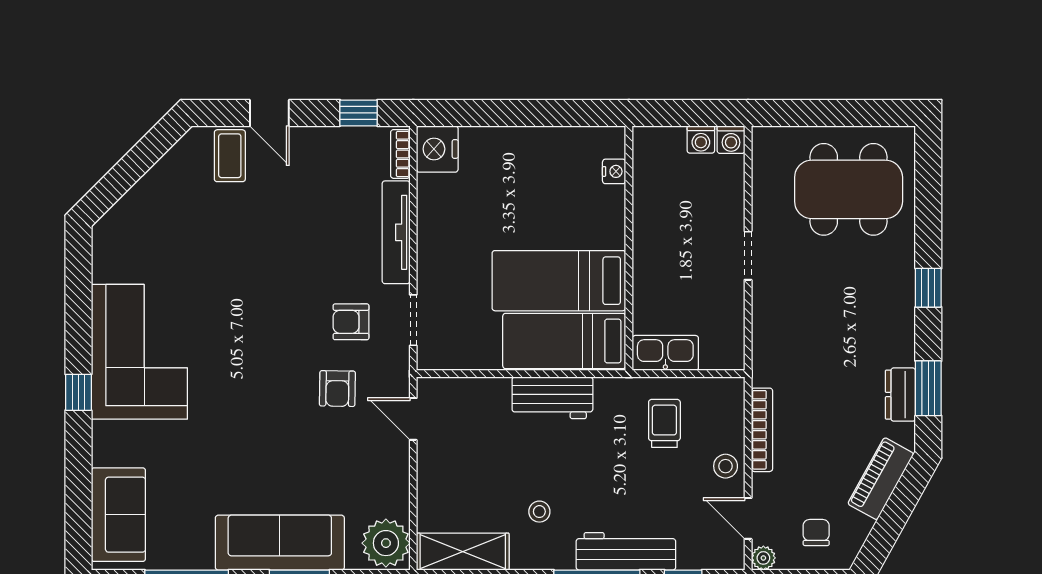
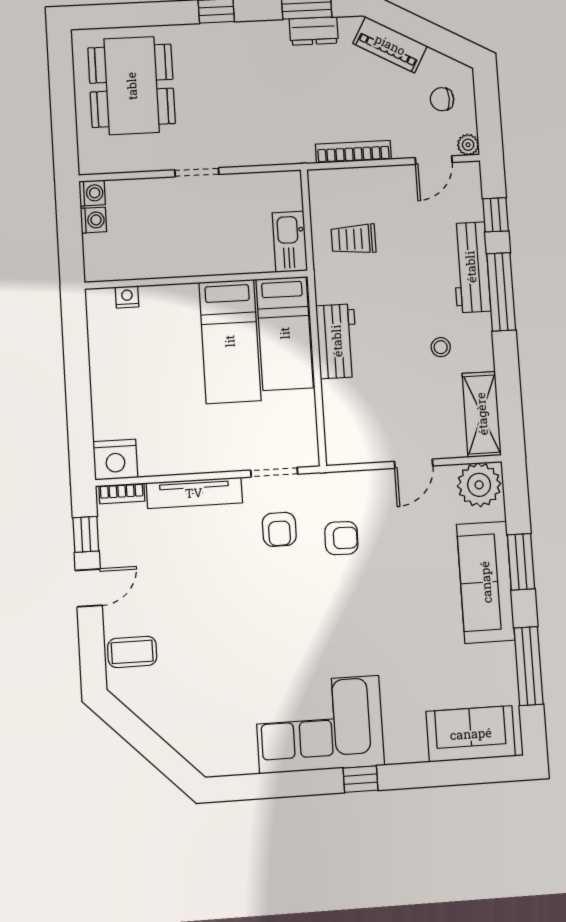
door: (269, 113) -> (89, 588), moved
door: (413, 419) -> (414, 464), moved
stool: (726, 466) -> (388, 183), removed

